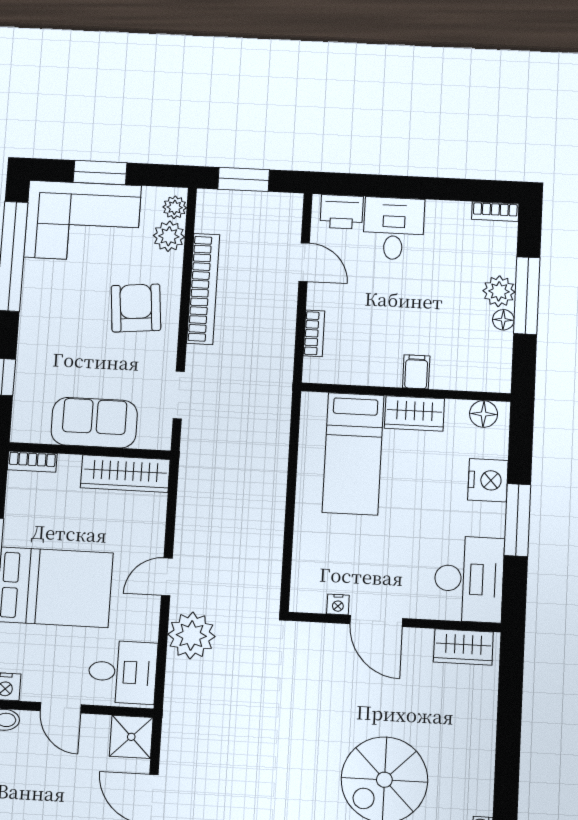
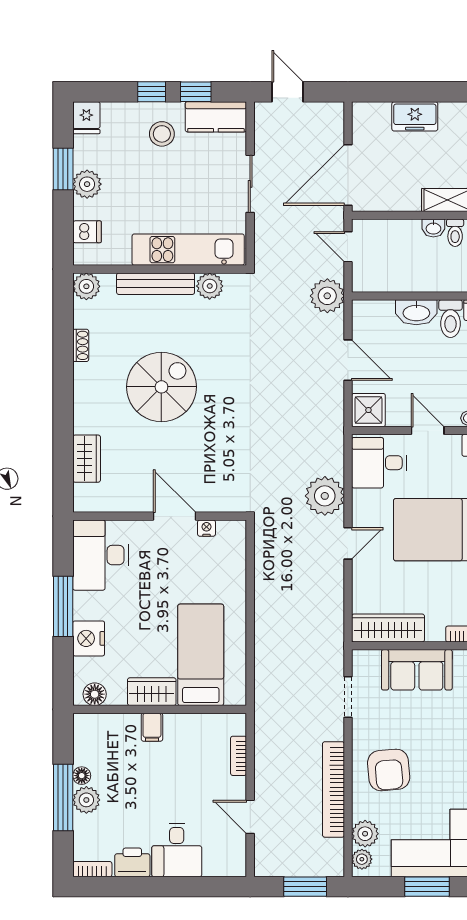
printer: (342, 212) -> (132, 862), moved
wardrobe: (463, 647) -> (87, 459), moved, turned 90

